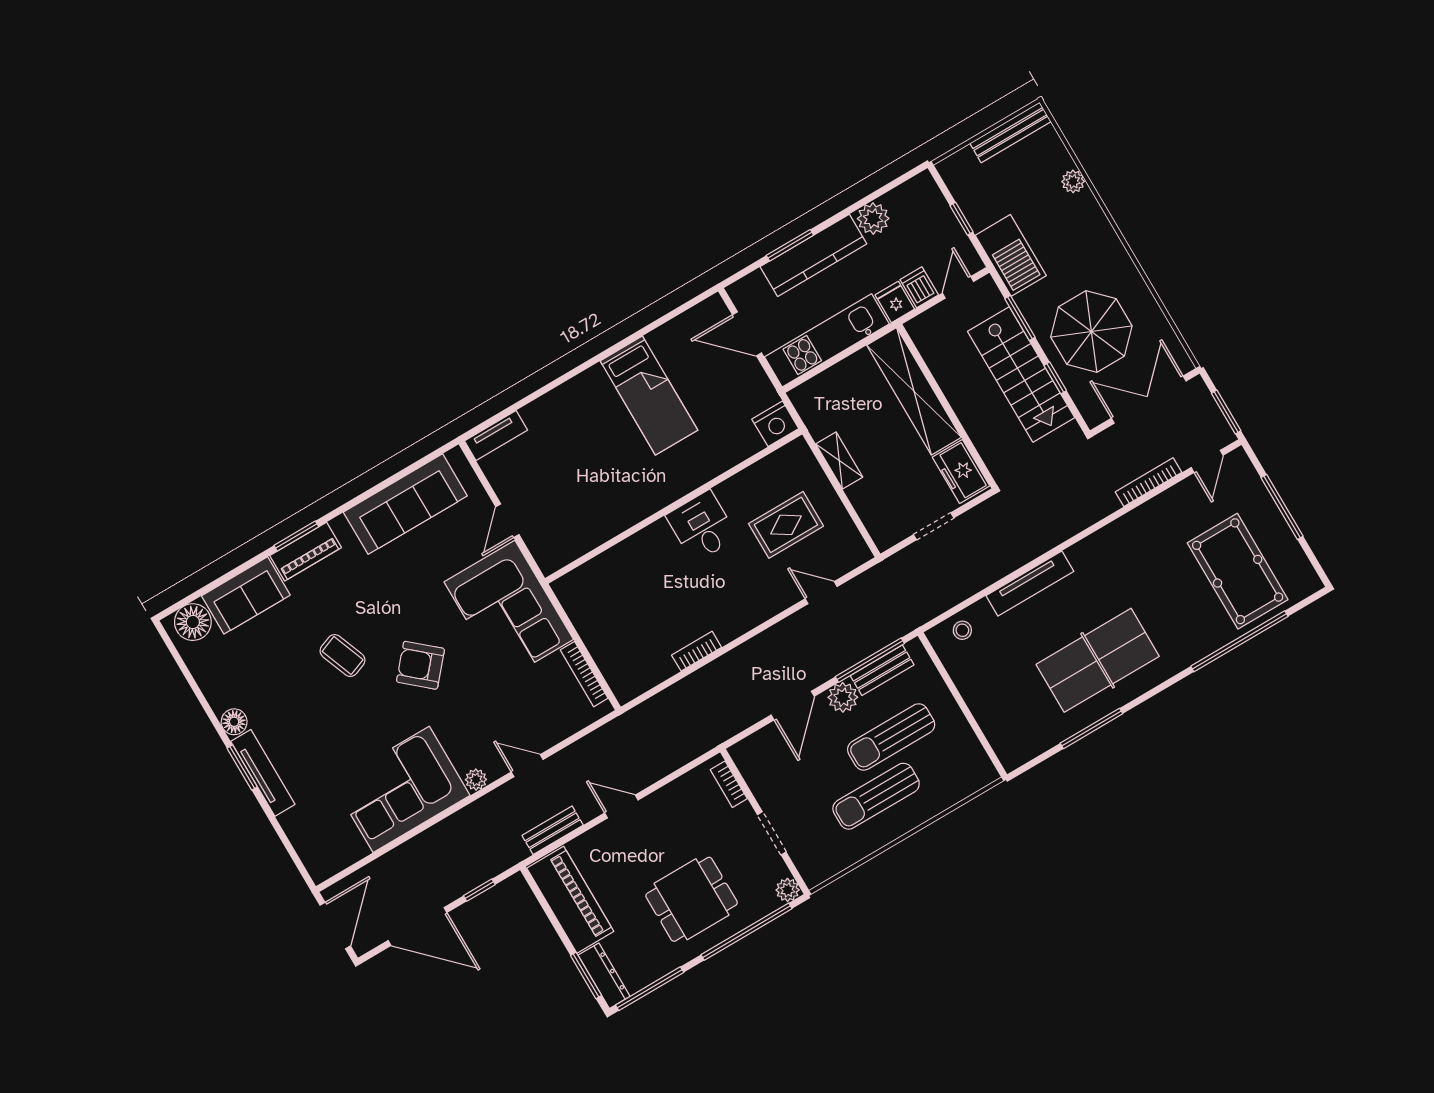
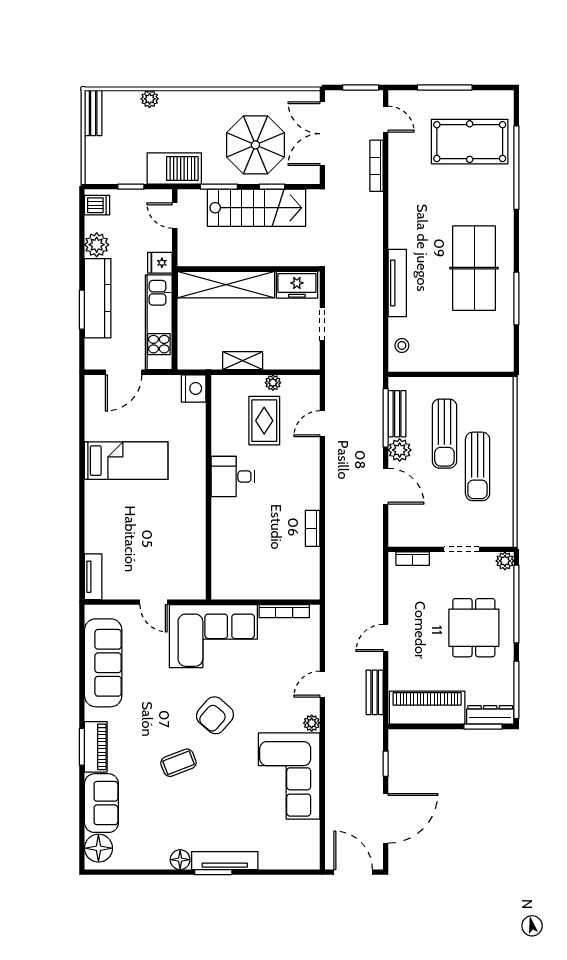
bench: (1010, 132) -> (93, 113), width x0.73
dishwasher: (919, 287) -> (97, 205), moved, turned 180
plant: (835, 509) -> (273, 383), added

